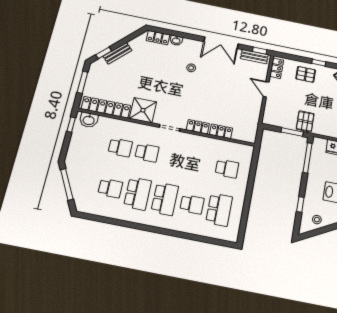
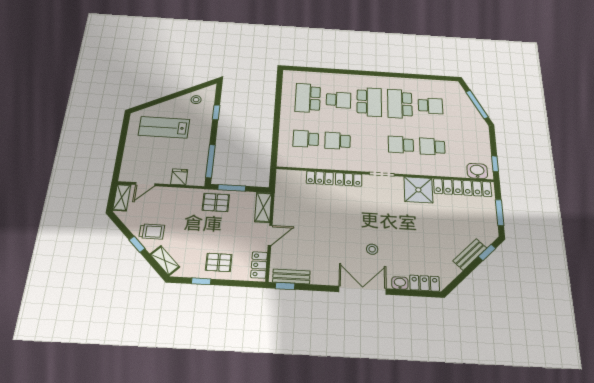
double door: (221, 43) -> (362, 290), moved
door: (266, 89) -> (270, 235), hinge flipped
shelving: (269, 112) -> (263, 207), added
pallet: (305, 121) -> (216, 202), turned 90
school desk: (200, 163) -> (338, 141), added
school desk: (110, 188) -> (430, 106), turned 180
school desk: (165, 199) -> (369, 102), turned 180
school desk: (192, 204) -> (339, 100), turned 180

